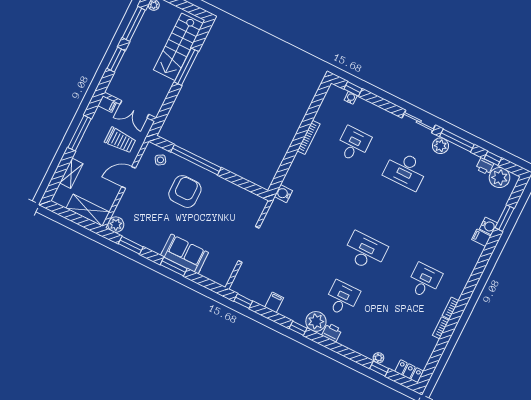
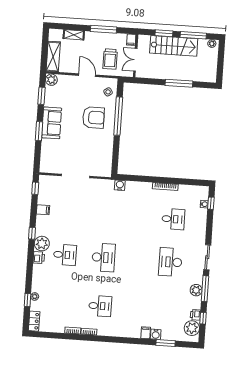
stairs: (178, 47) -> (174, 46), moved, turned 180
plant: (440, 146) -> (196, 290), moved
sofa: (185, 254) -> (52, 123), moved

